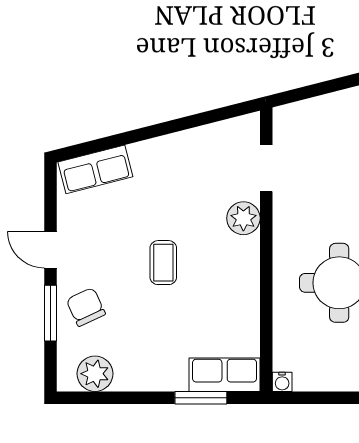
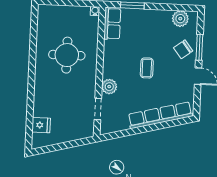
row of seats: (95, 169) -> (160, 115), width x2.02
chair: (86, 307) -> (183, 49), turned 78
row of seats: (225, 375) -> (112, 24), moved, turned -90

